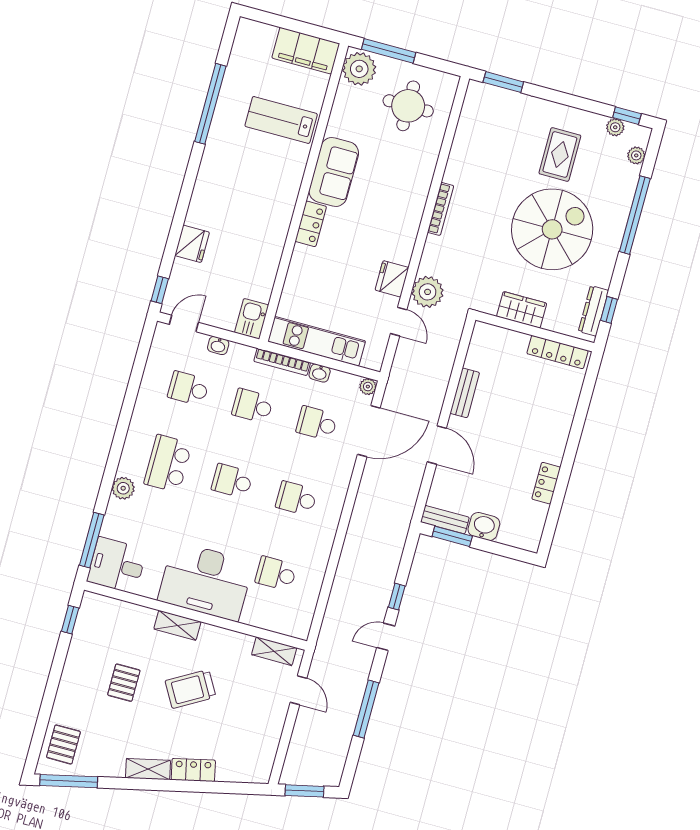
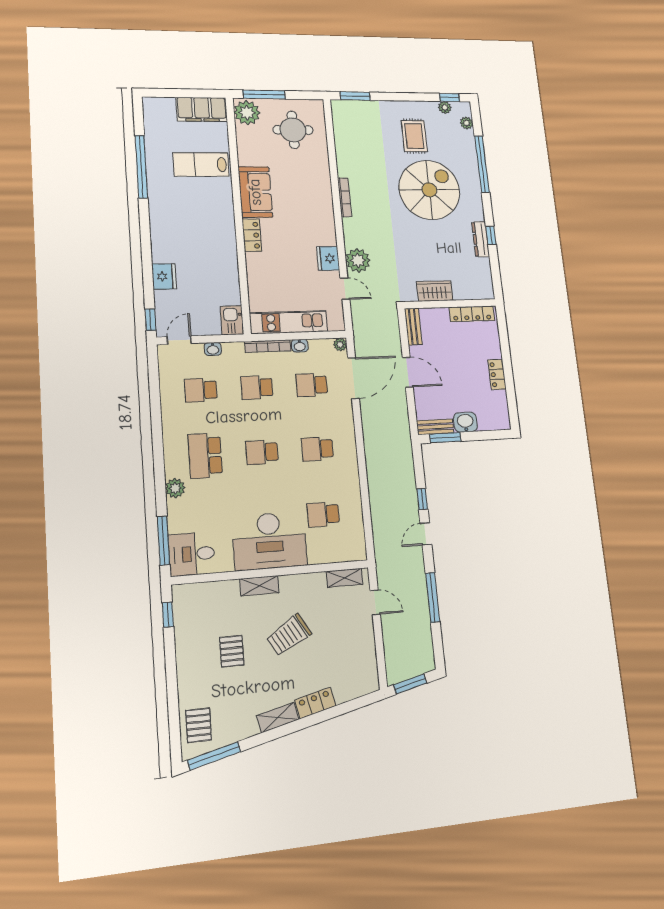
wardrobe: (522, 310) -> (435, 291), moved
wall: (535, 331) -> (450, 304), moved
locker: (557, 352) -> (472, 314), moved

